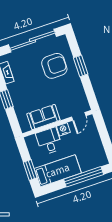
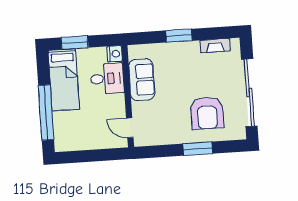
nightstand: (63, 129) -> (115, 54), moved

